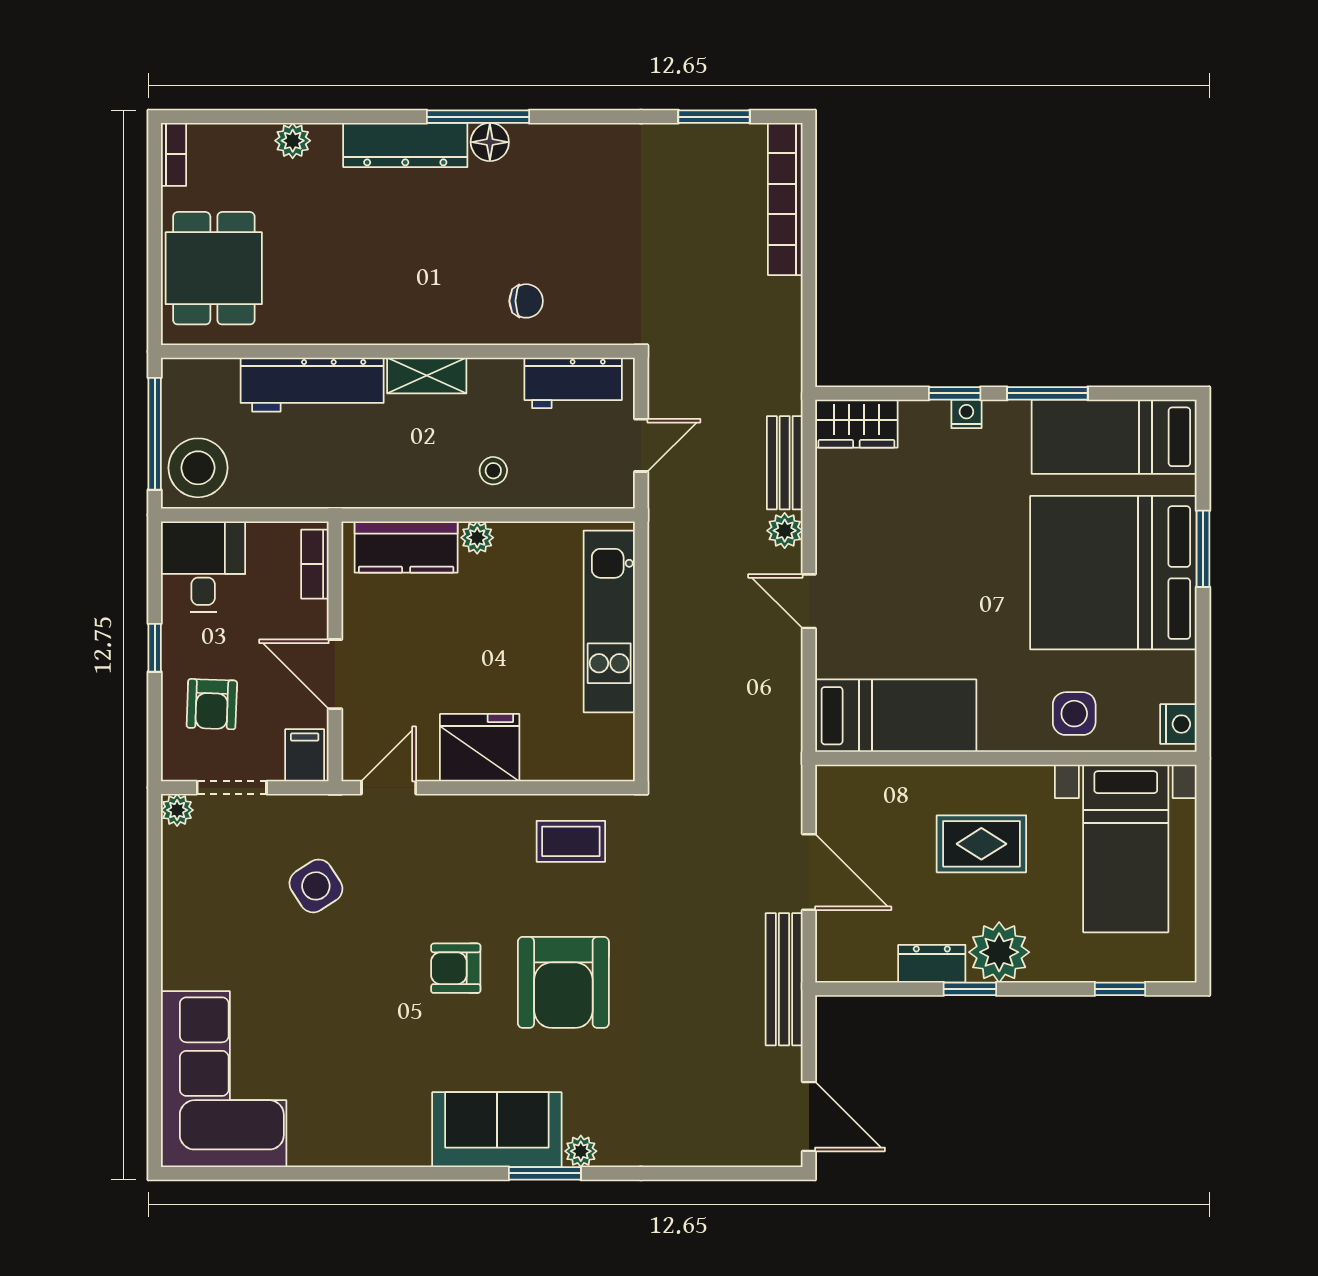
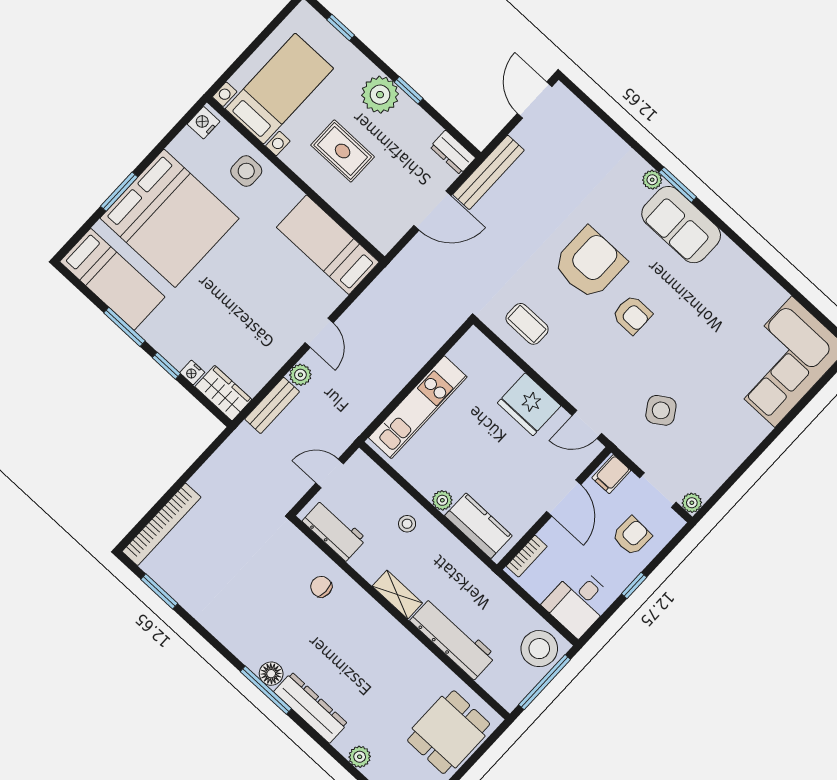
nightstand: (966, 414) -> (192, 372), moved
door: (809, 872) -> (432, 210), swing flipped
dresser: (932, 964) -> (453, 152), moved

